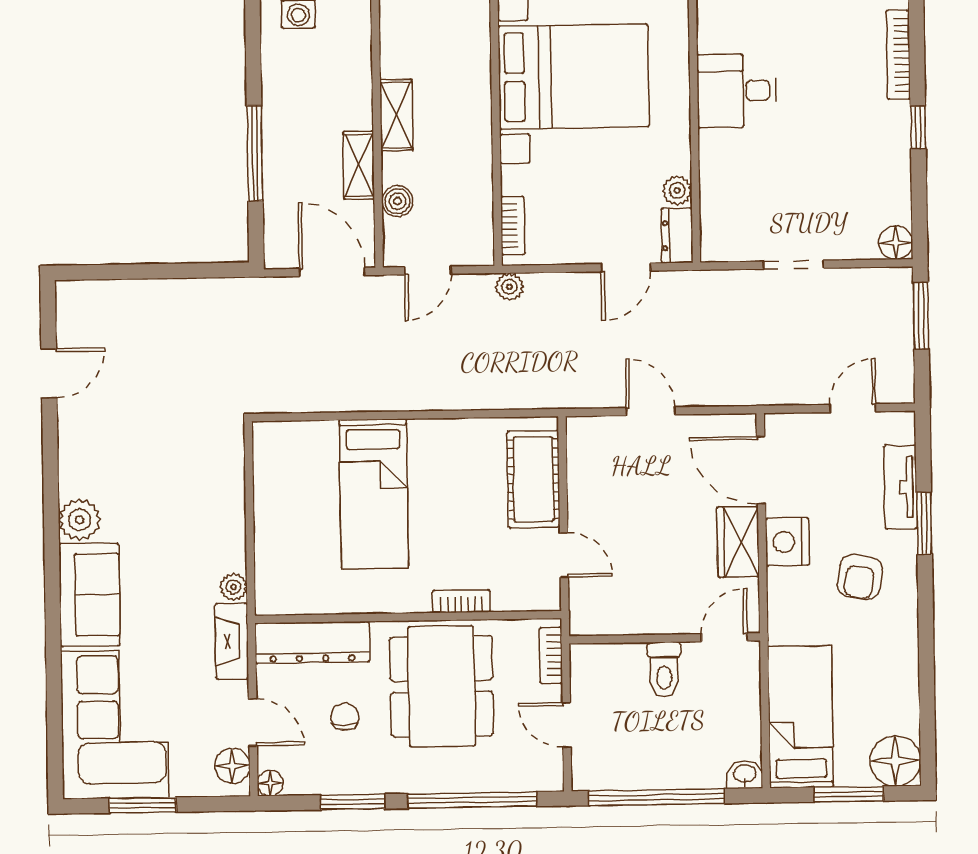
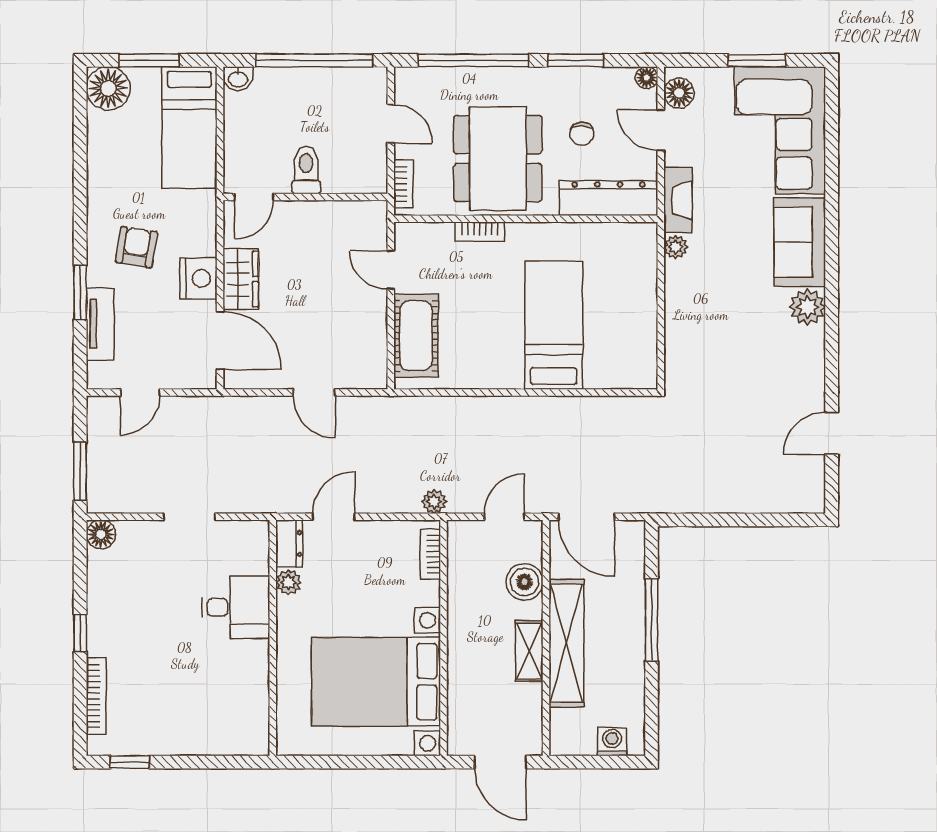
desk: (737, 91) -> (236, 607), moved
shelving: (359, 165) -> (566, 643), width x2.20, depth x1.33
boiler: (397, 201) -> (524, 582), width x1.36, depth x1.36

